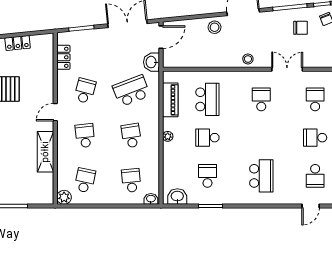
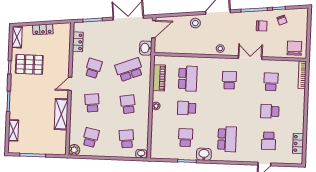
washbasin: (177, 197) -> (204, 154), moved

